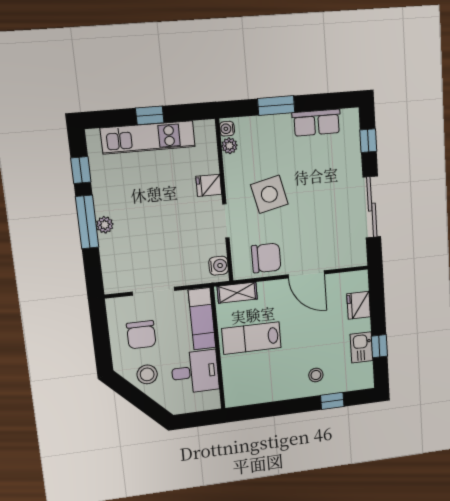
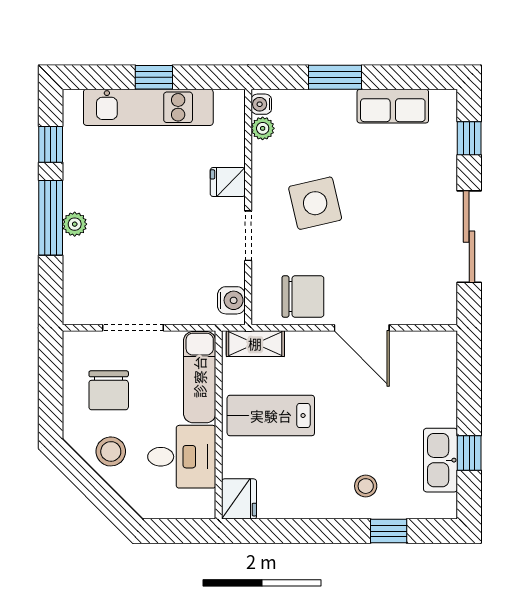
fridge: (359, 305) -> (239, 499), moved, turned 180
kitchen sink: (362, 347) -> (440, 460), width x1.38

